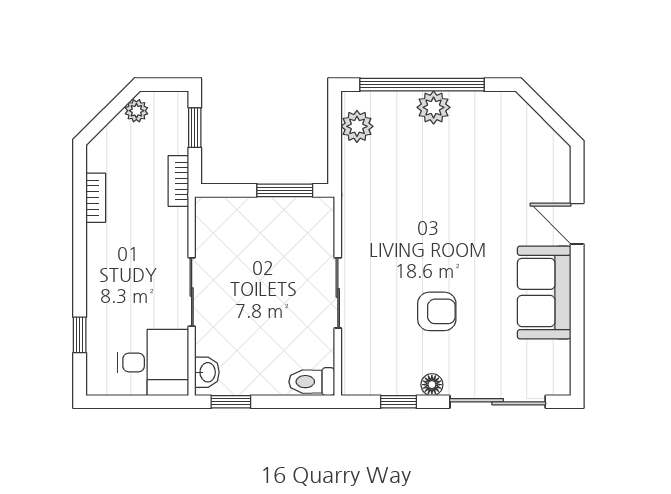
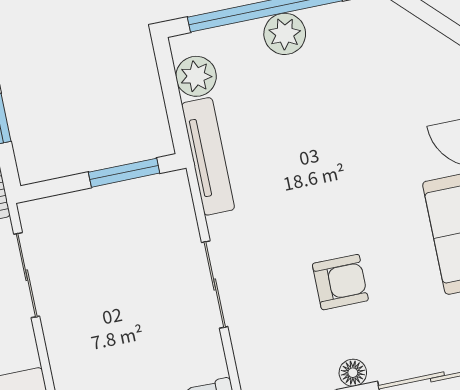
tv unit: (353, 191) -> (208, 156), added
sliding door: (192, 292) -> (27, 275), moved

